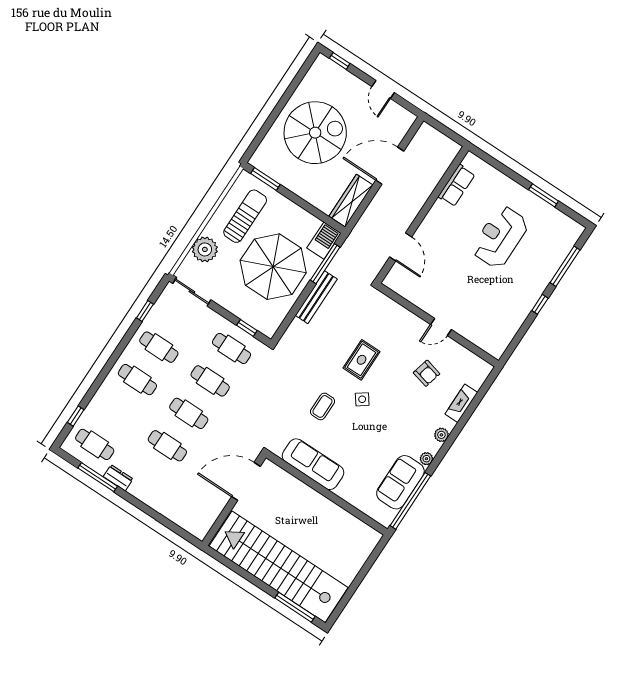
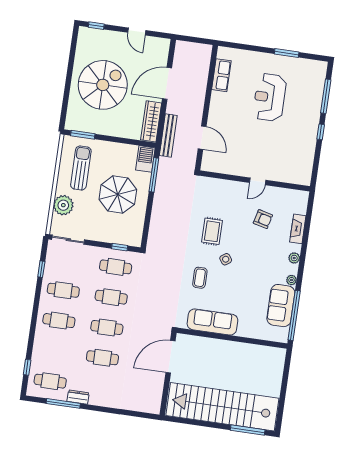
parasol: (273, 267) -> (118, 195), width x0.73, depth x0.73
bench: (316, 297) -> (168, 135), moved

